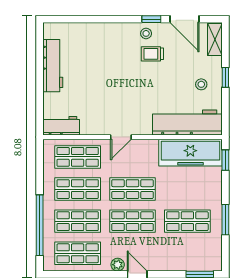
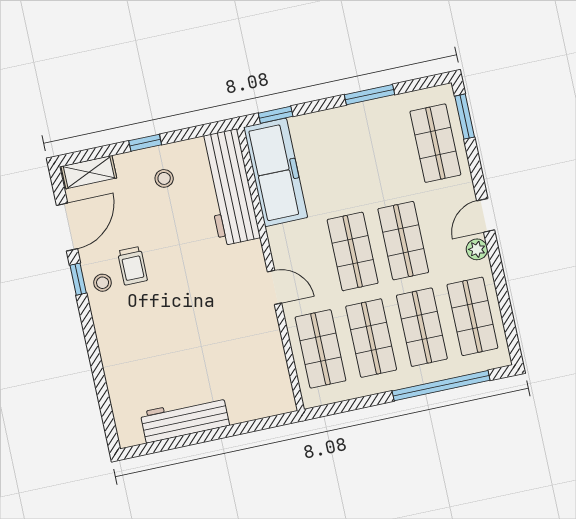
workbench: (61, 126) -> (277, 385), removed
shop shelf: (187, 221) -> (435, 143), moved

